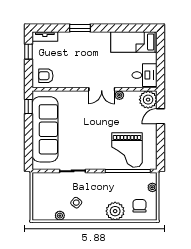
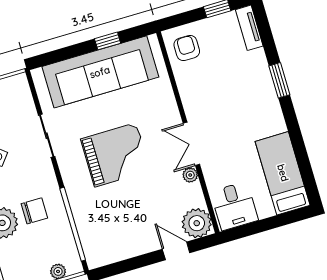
window: (28, 106) -> (108, 41), moved
grand piano: (127, 150) -> (115, 155), moved, turned 180
chair: (139, 206) -> (34, 211), moved

